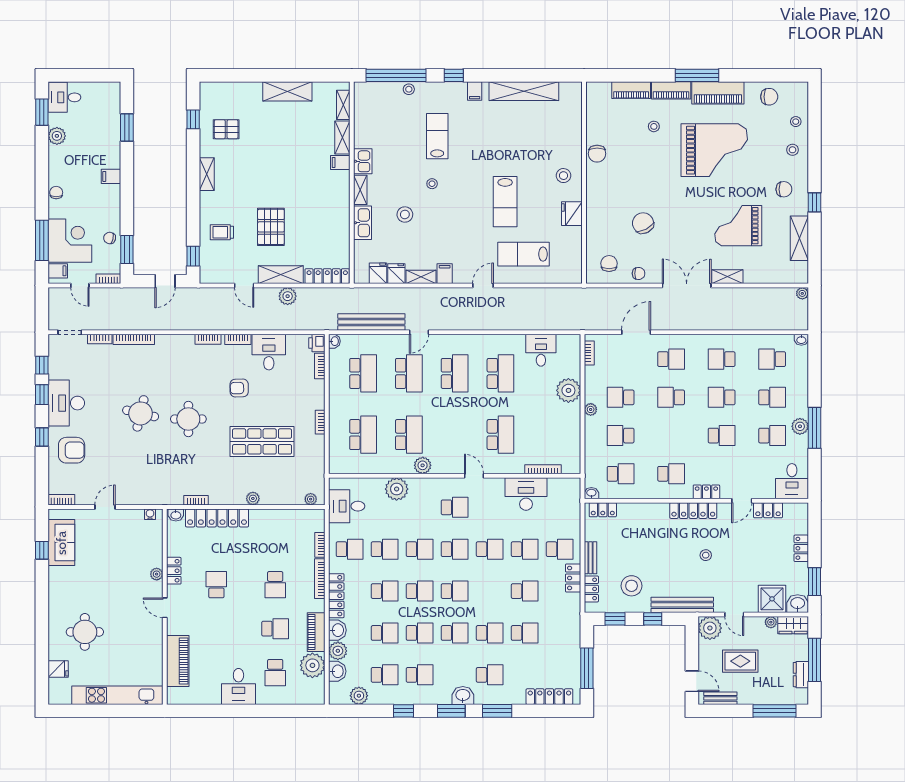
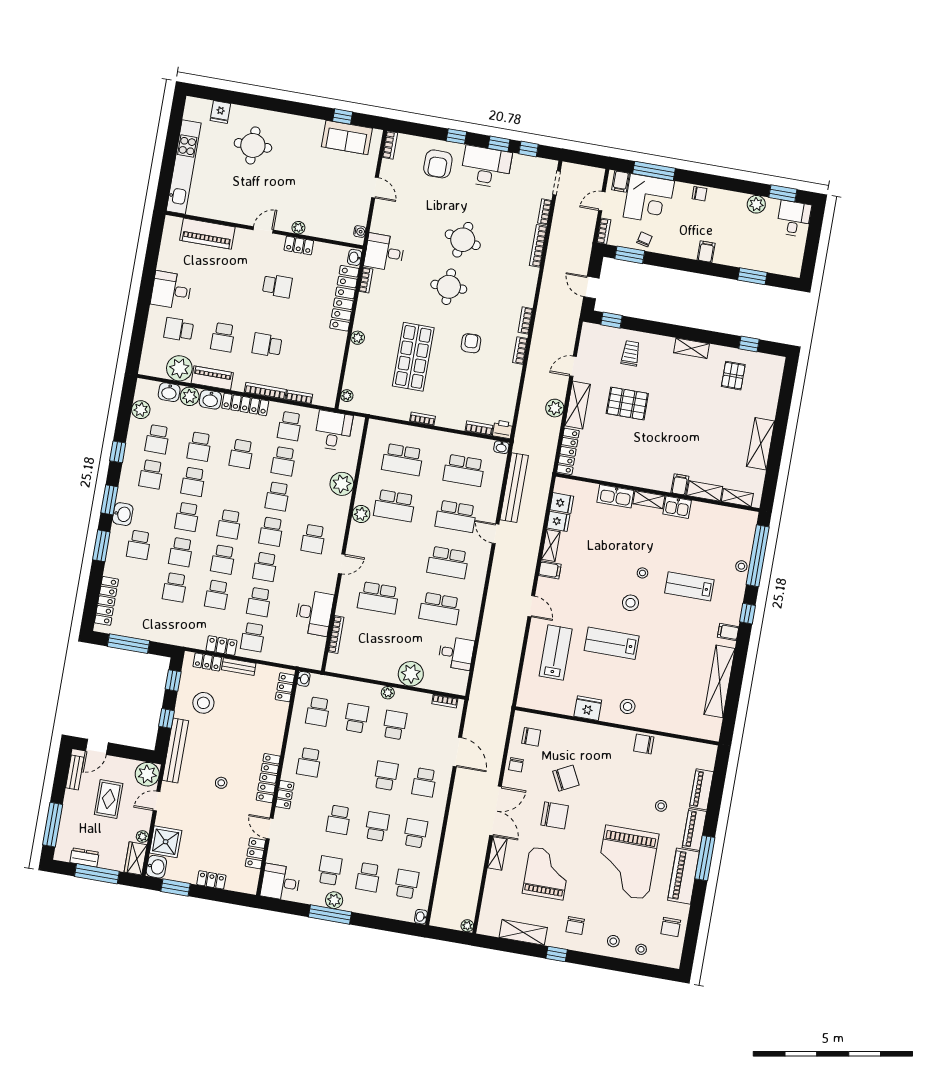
lab bench: (437, 136) -> (689, 586), turned 180
stool: (405, 214) -> (630, 603), moved
chair: (681, 228) -> (555, 815), added
desk: (269, 352) -> (384, 252), moved, turned 180
school desk: (772, 436) -> (330, 870), turned 180
school desk: (420, 591) -> (223, 559), moved

